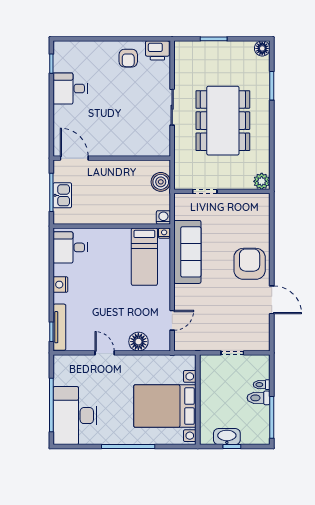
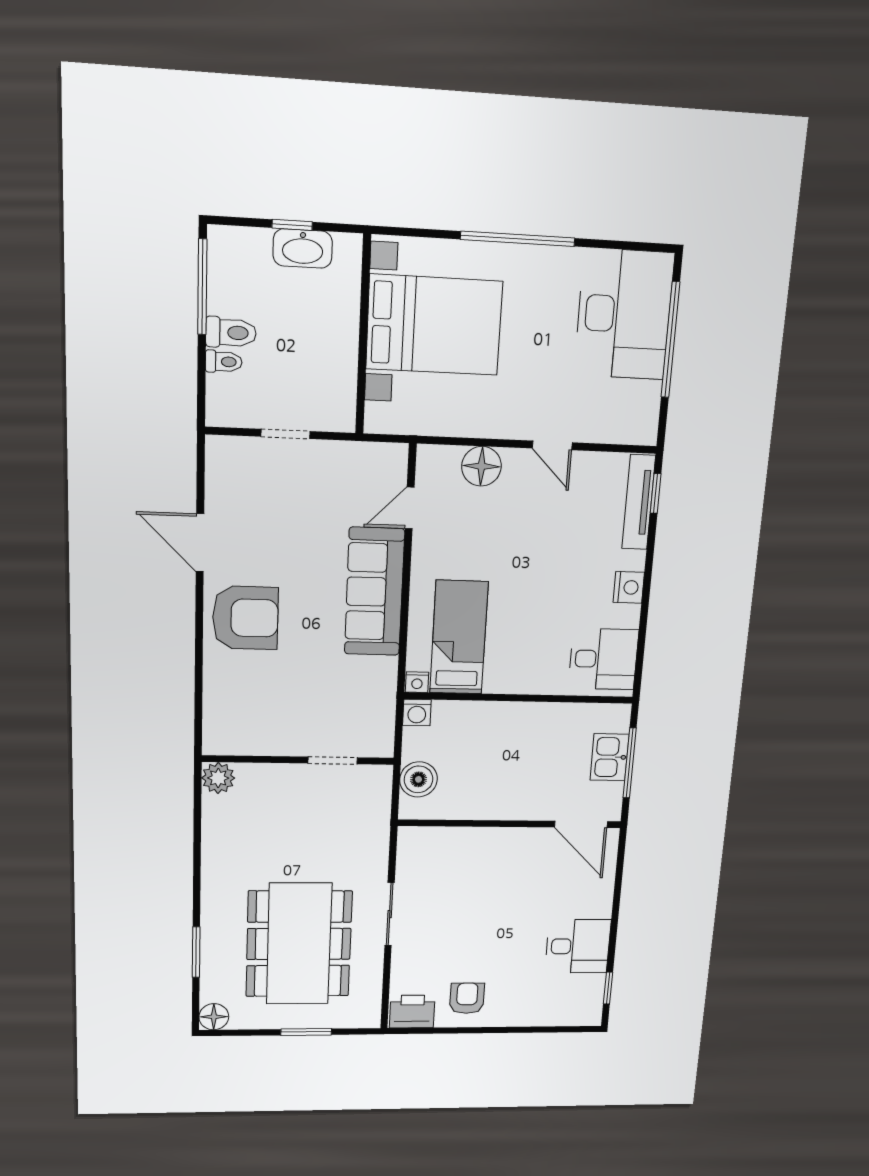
dining table: (223, 121) -> (299, 944), moved
sofa: (187, 252) -> (374, 592), moved
armchair: (250, 264) -> (245, 618), turned -90

